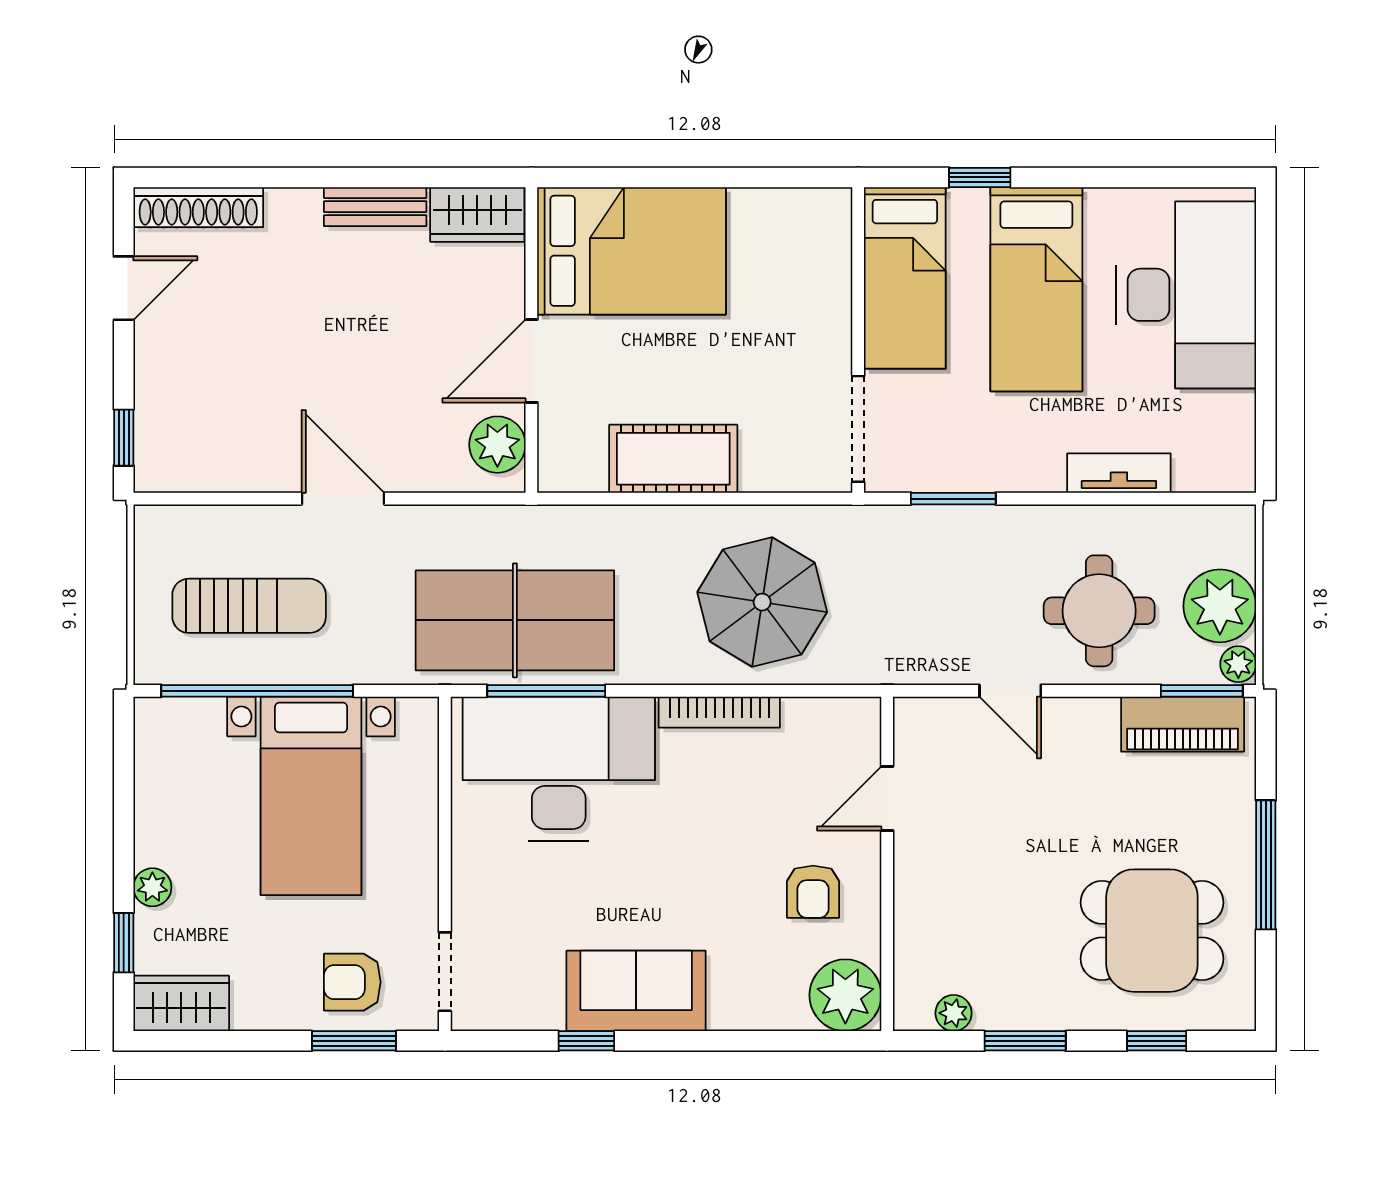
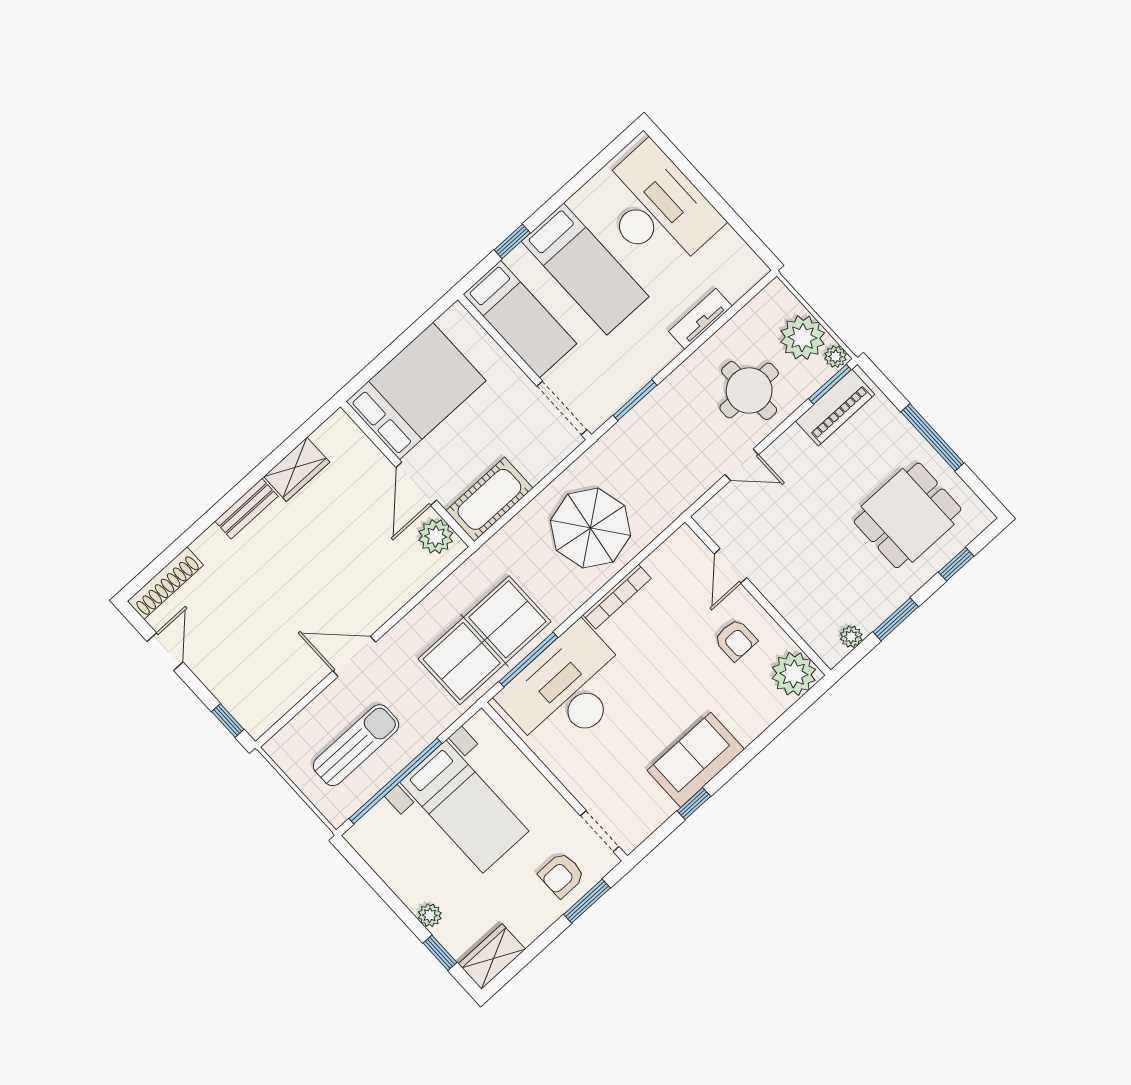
bed: (632, 251) -> (416, 391), moved
wall: (531, 340) -> (407, 474), moved
door: (531, 361) -> (416, 484), moved
plant: (497, 445) -> (436, 536), moved

